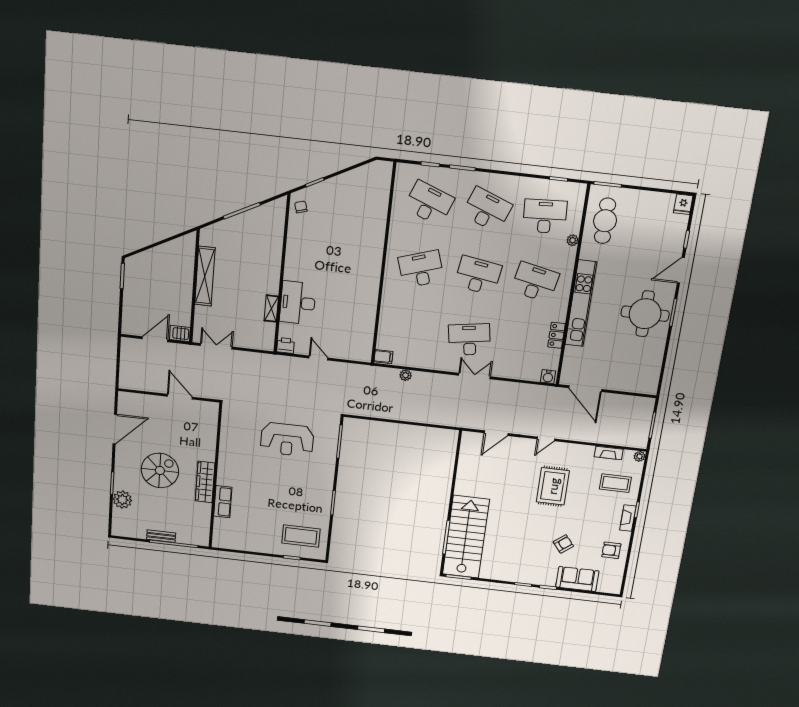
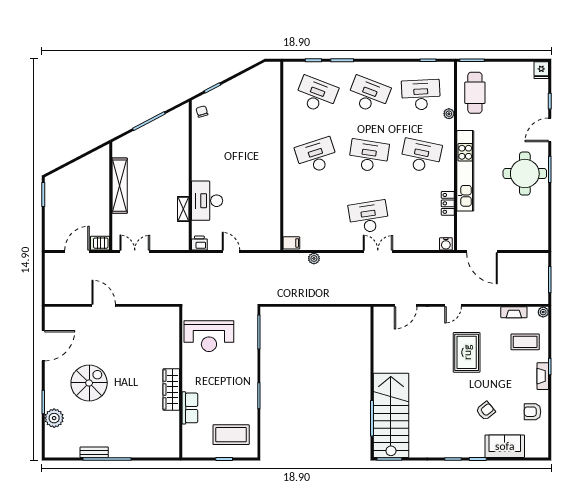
wall: (215, 476) -> (181, 382), moved
wardrobe: (205, 482) -> (171, 389), moved
row of seats: (223, 502) -> (190, 408), moved

